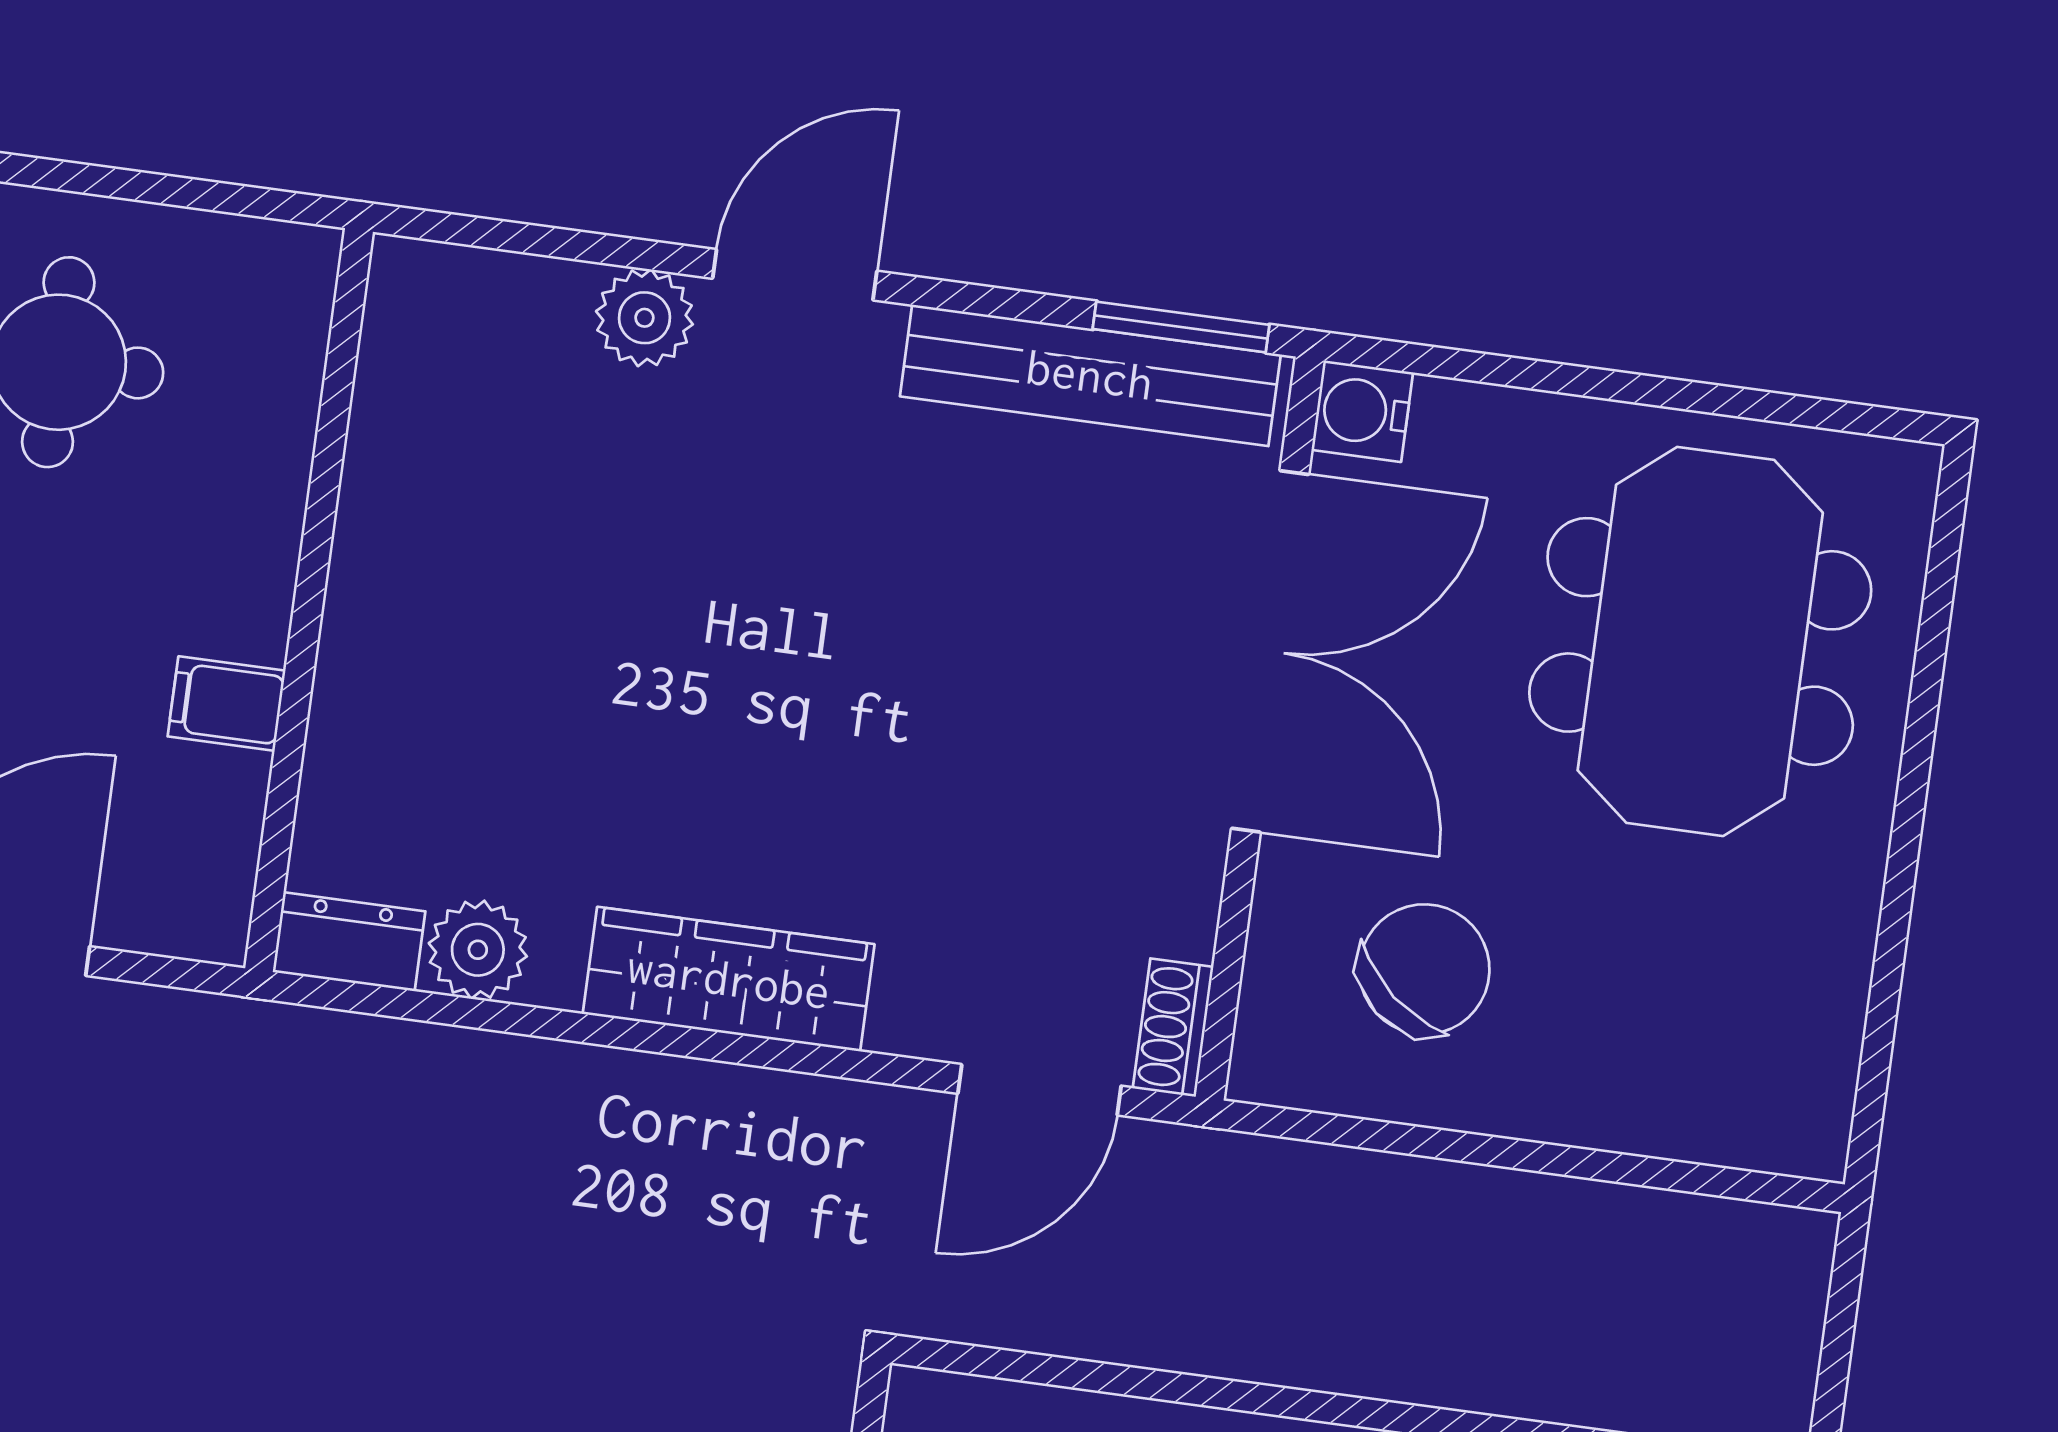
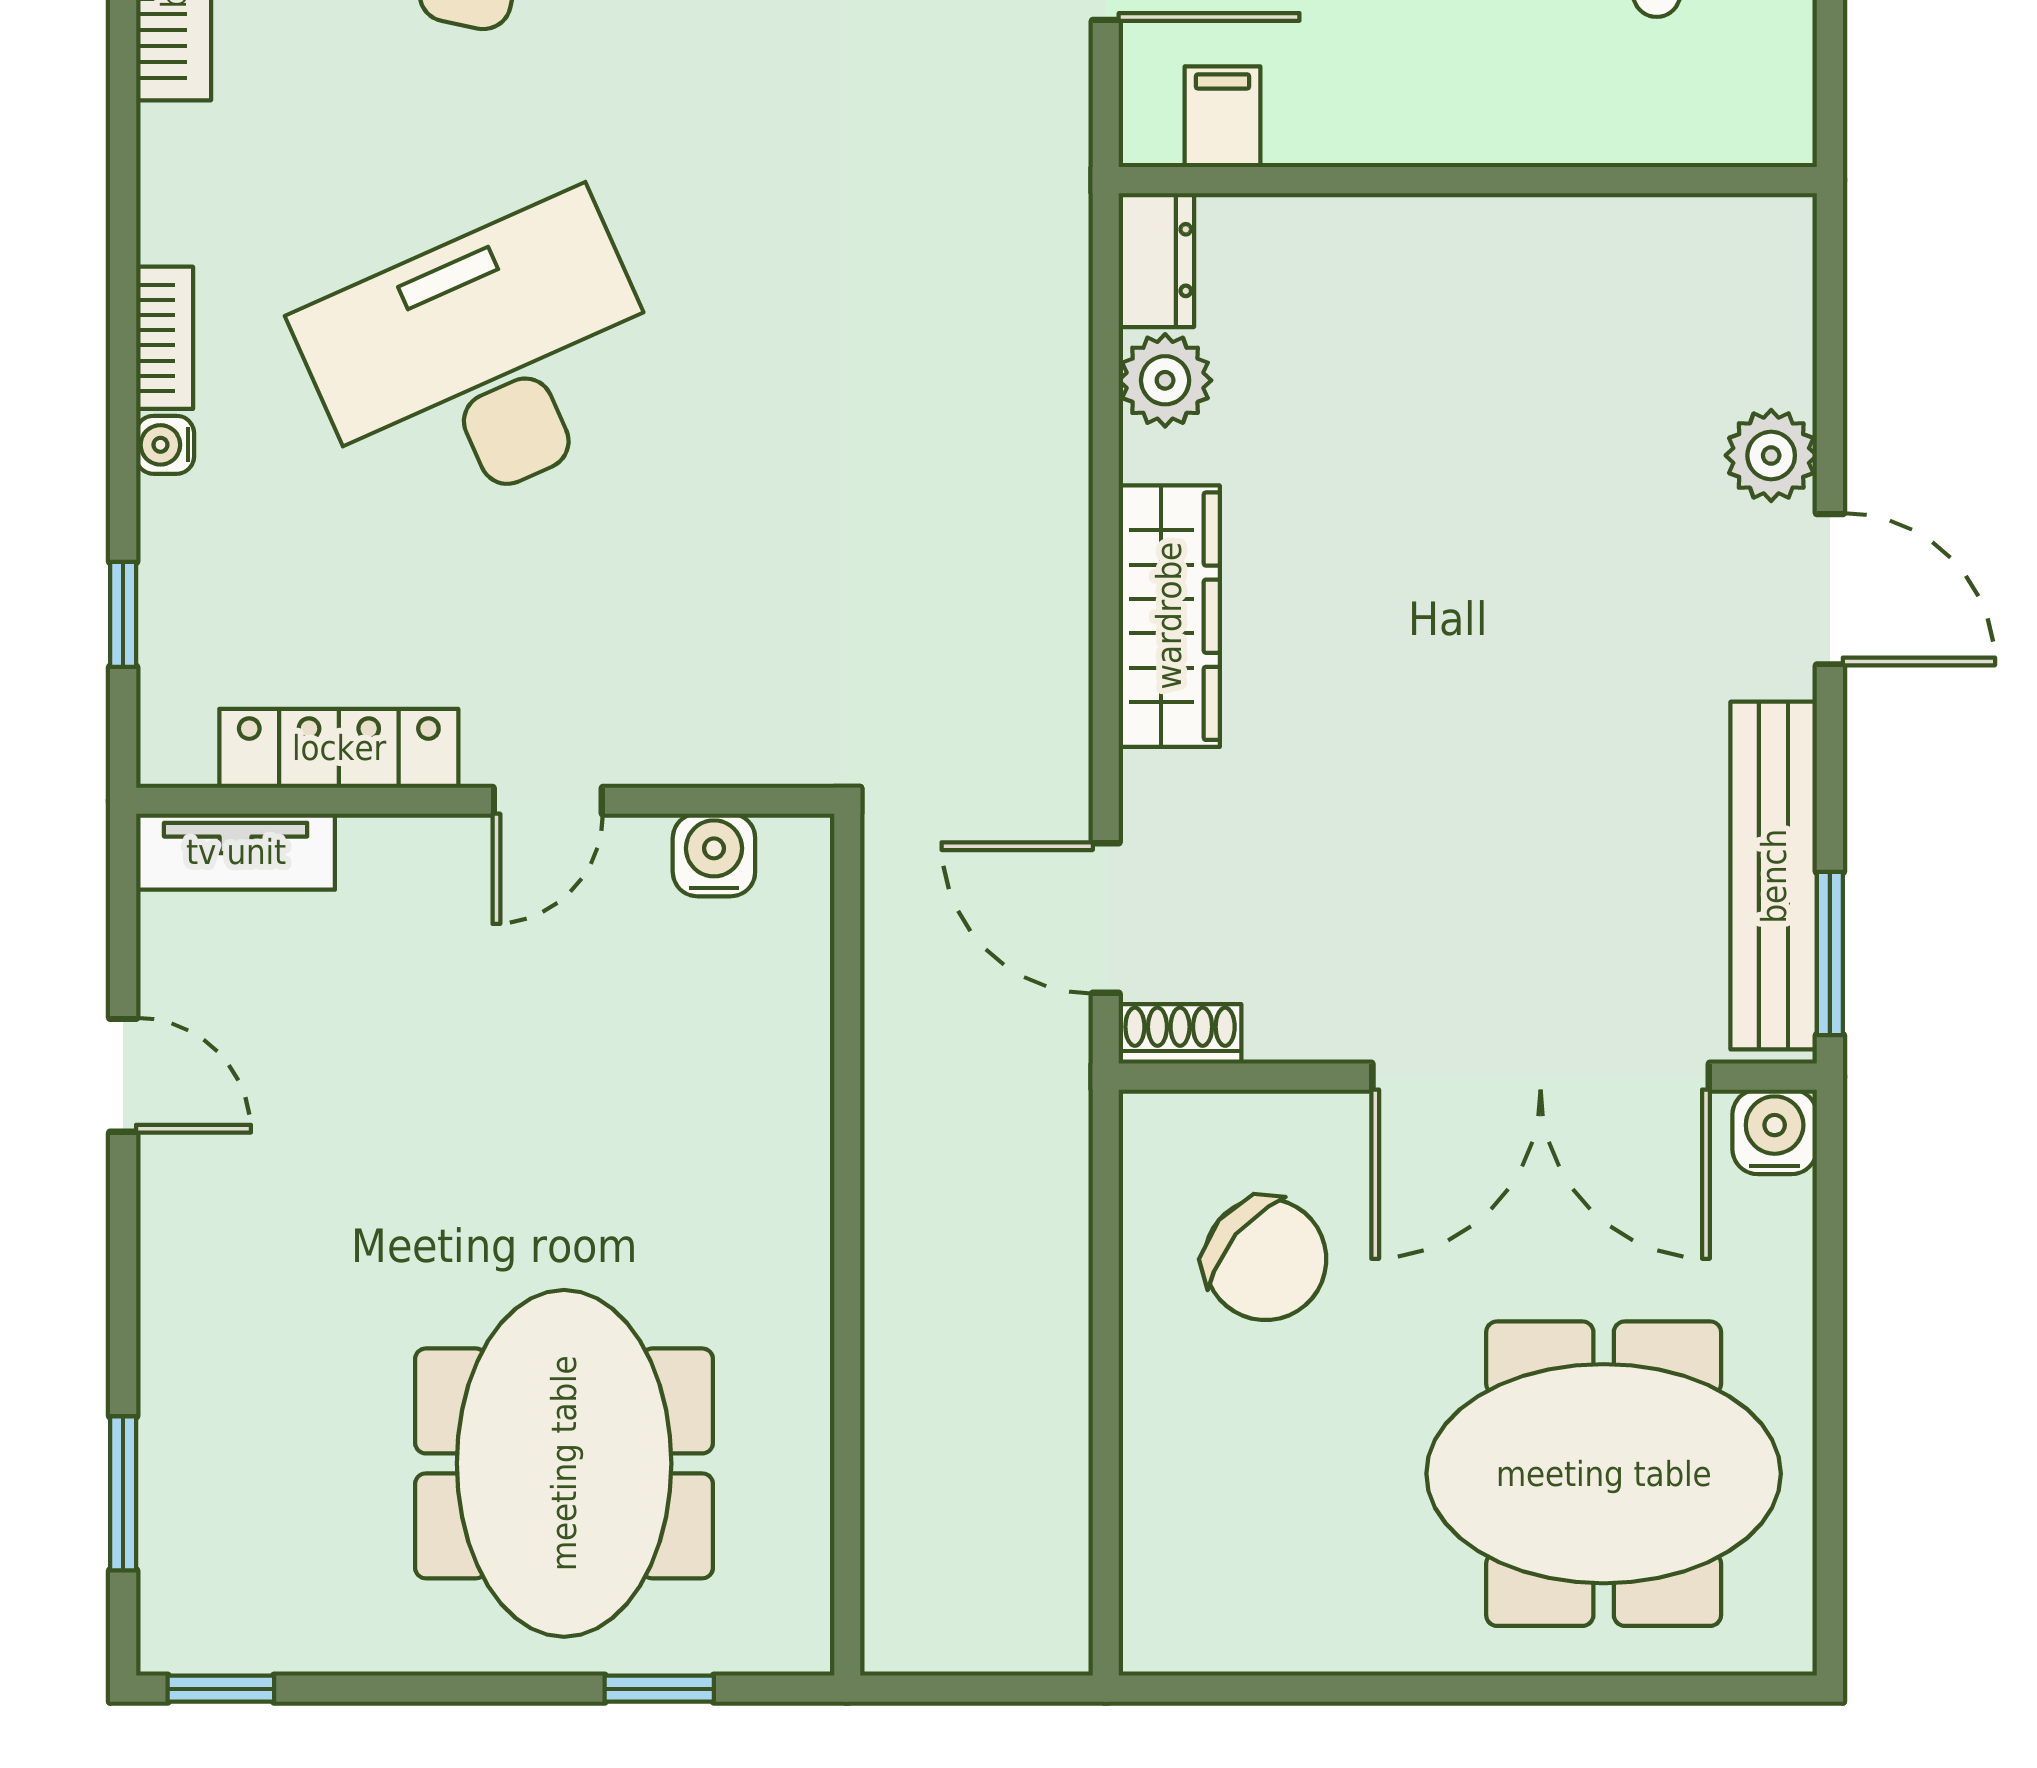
filing cabinet: (227, 704) -> (1223, 117), moved

